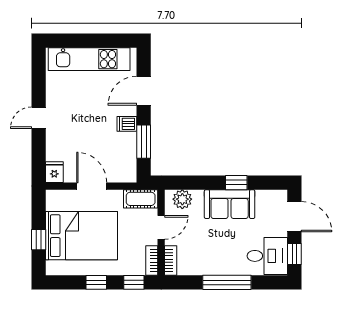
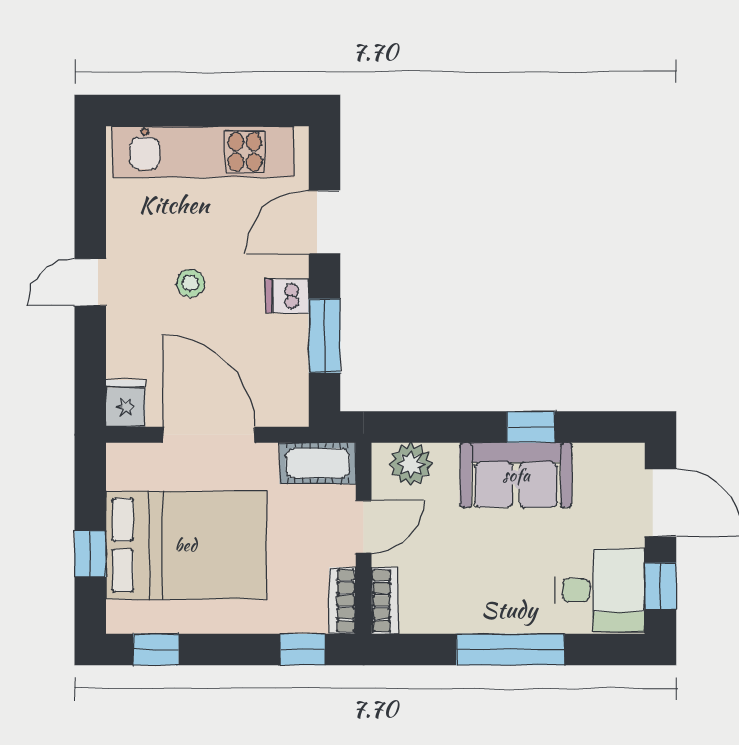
stool: (83, 118) -> (190, 283), added
door: (92, 186) -> (209, 435), width x1.36
window: (96, 282) -> (156, 650), moved

